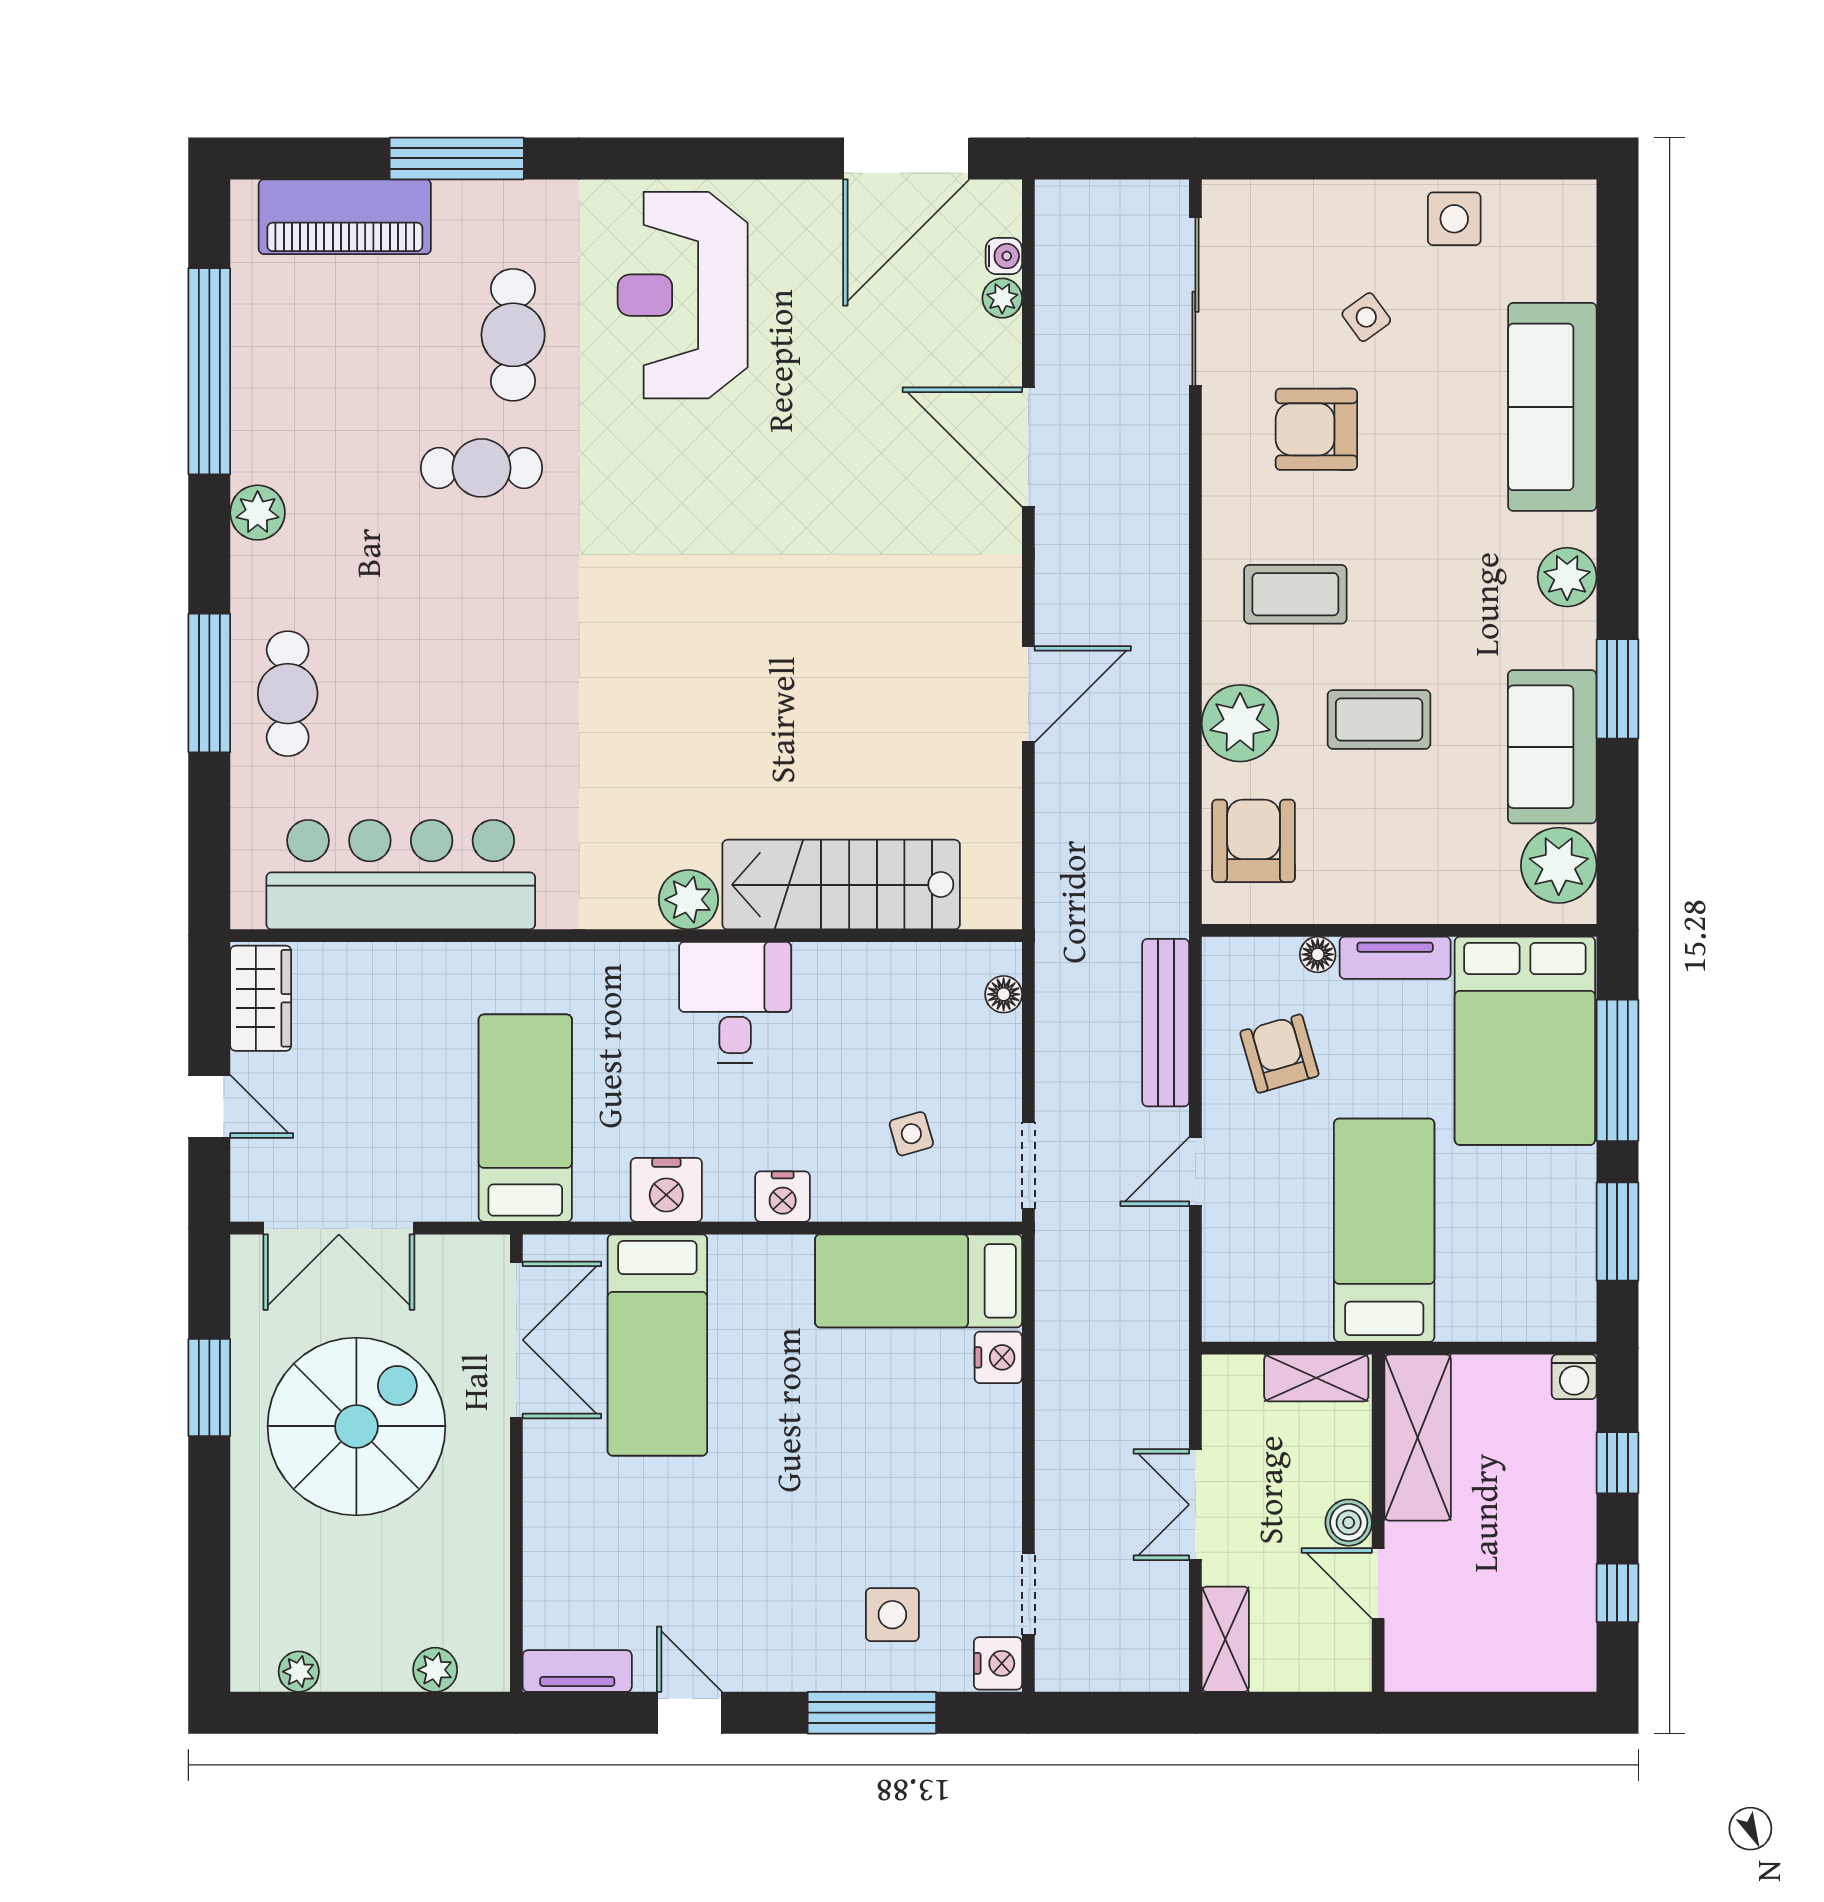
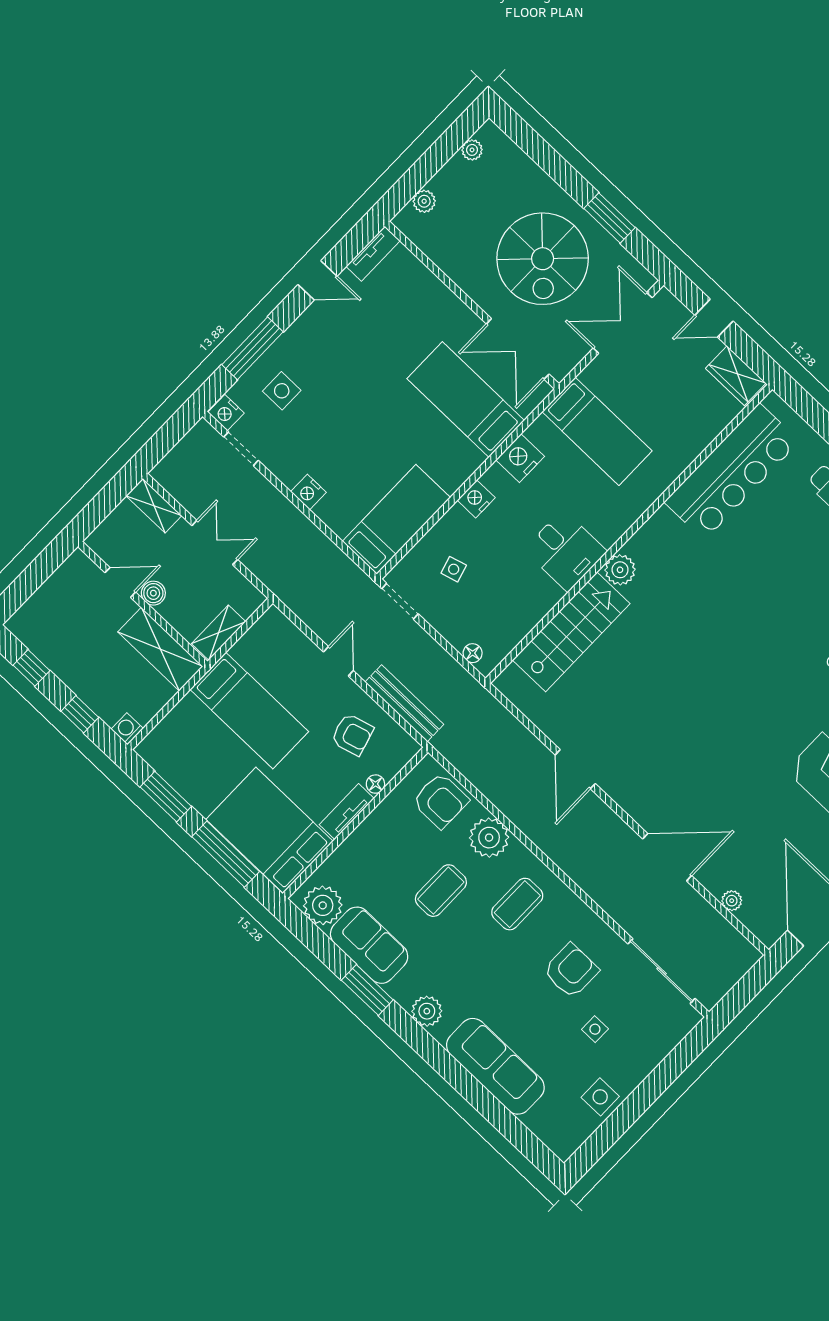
water cooler: (1004, 256) -> (747, 916), removed
side table: (1366, 317) -> (595, 1029), turned 36
nightstand: (998, 1357) -> (308, 492), moved

